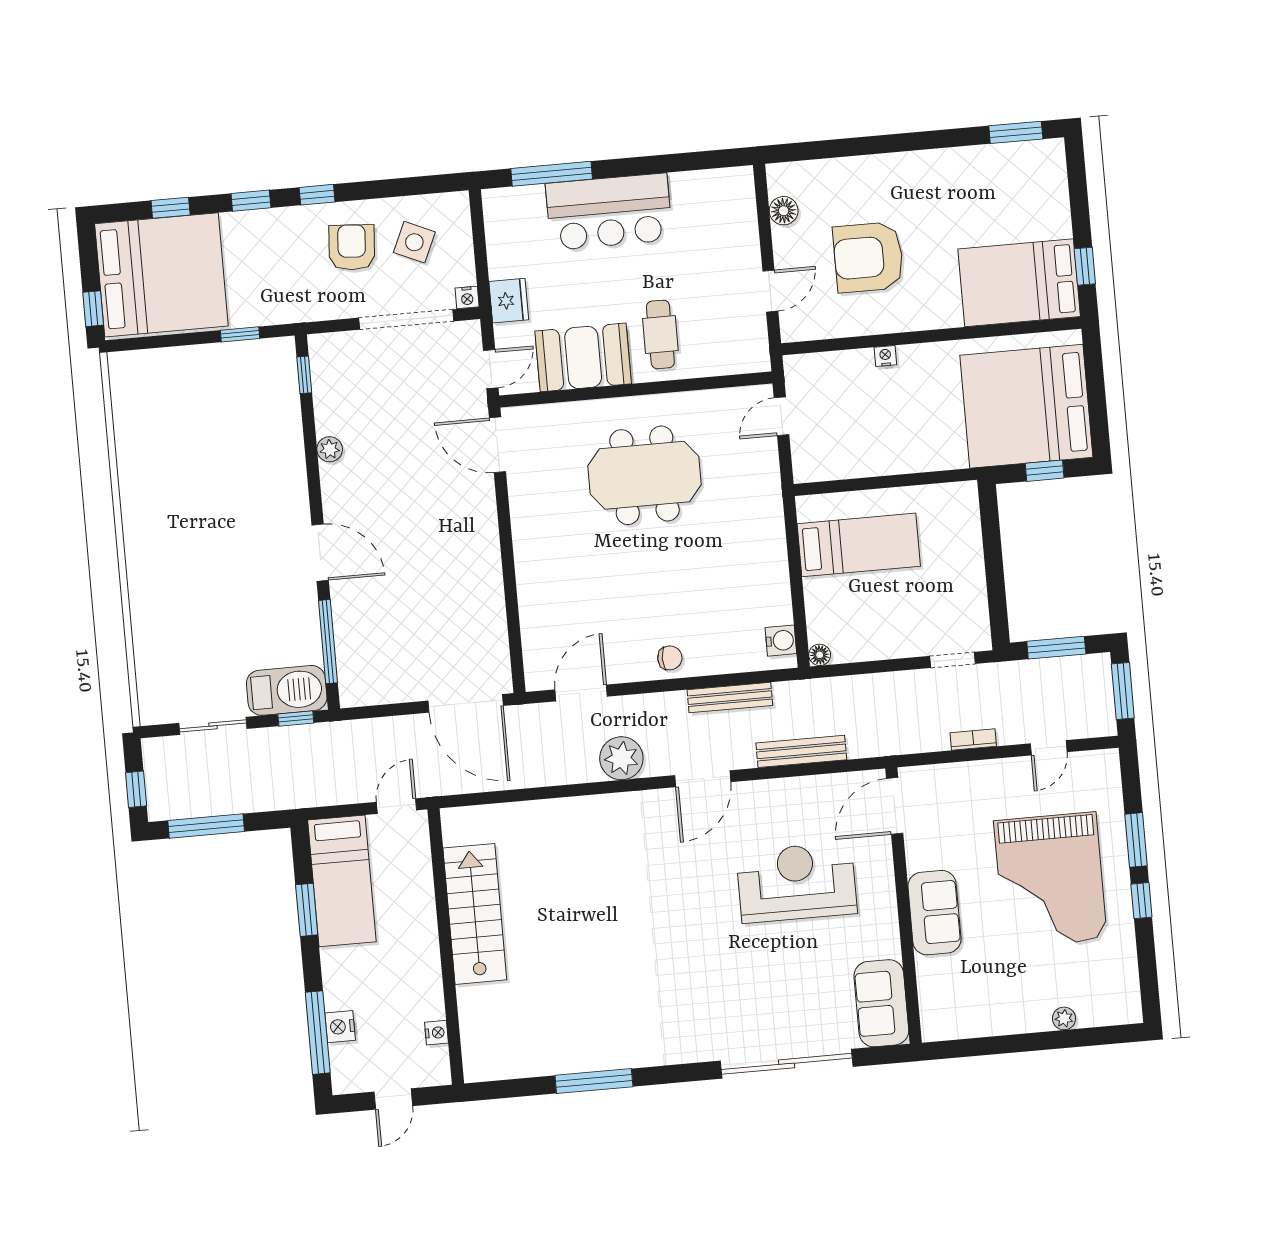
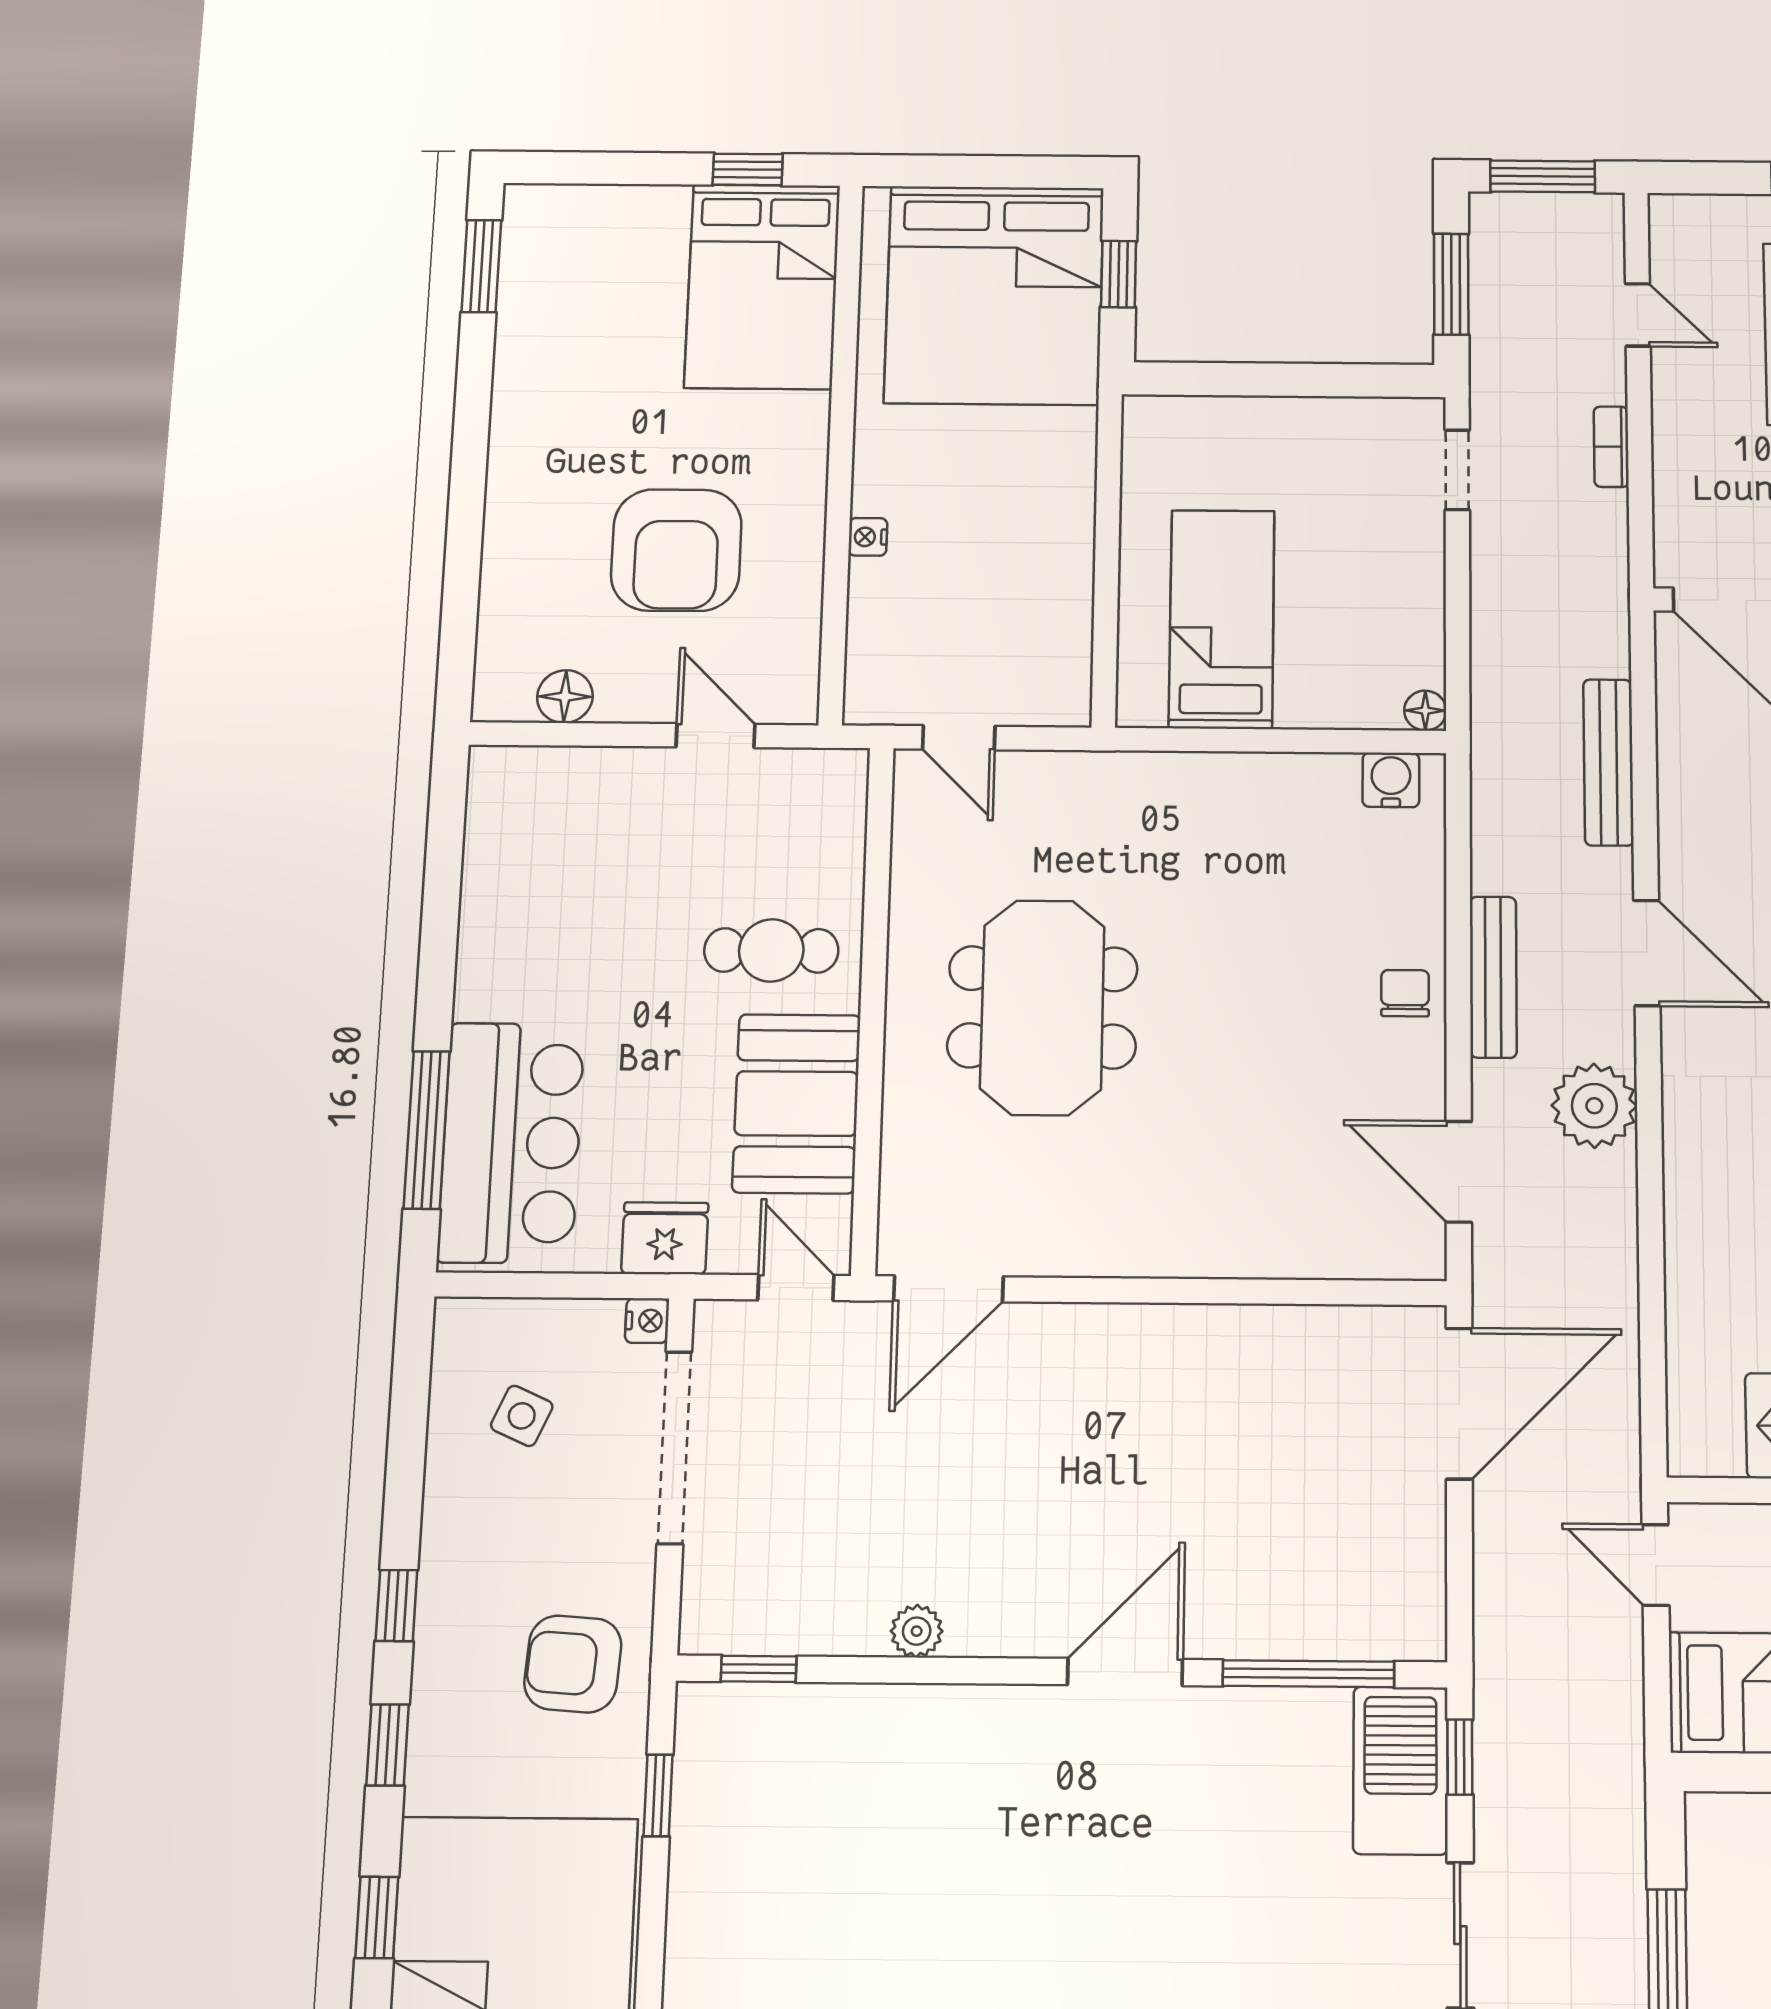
bar counter: (609, 212) -> (511, 1143), moved
side table: (414, 242) -> (522, 1416), width x0.73, depth x0.73
armchair: (352, 247) -> (573, 1664), moved
bench: (730, 698) -> (1493, 977), moved

